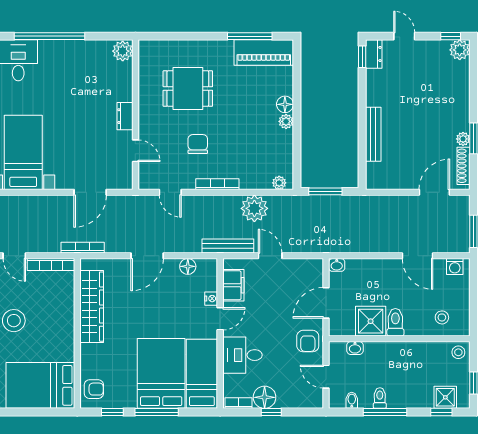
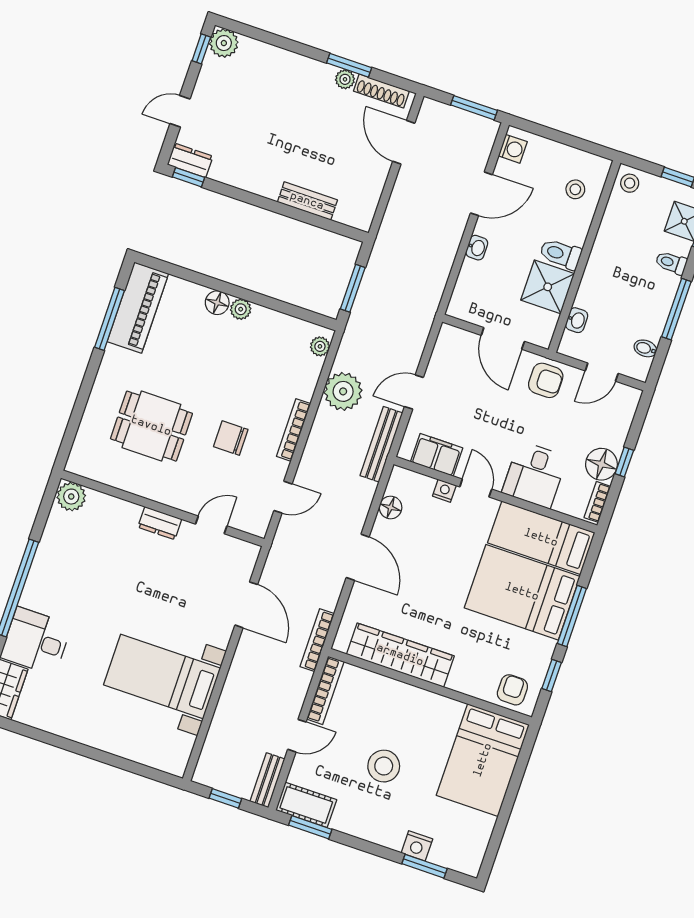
dining table: (188, 89) -> (151, 426), turned 90
bench: (373, 134) -> (307, 201), width x0.73
washbasin: (337, 265) -> (477, 248), moved
toilet: (380, 398) -> (671, 263), moved

